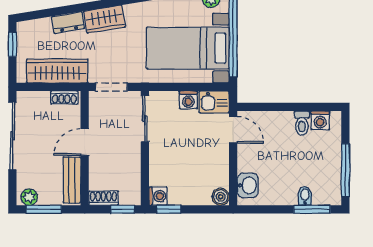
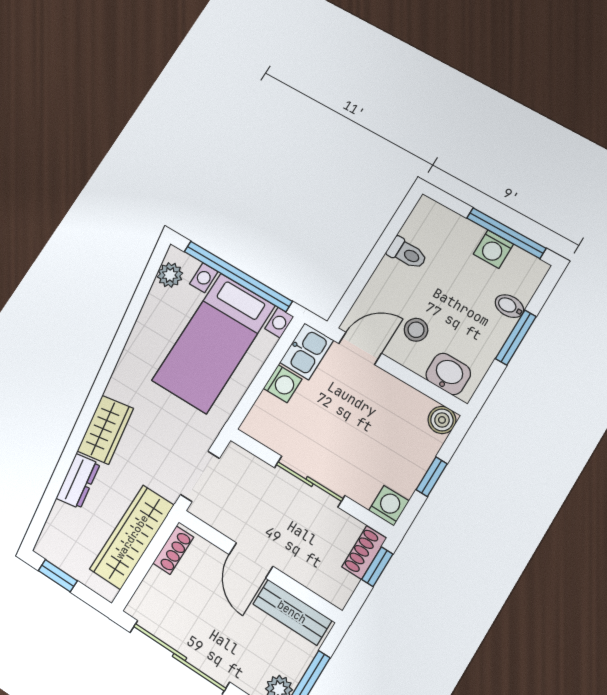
sliding door: (145, 119) -> (310, 482), moved
washing machine: (320, 120) -> (493, 249), moved, turned 90
stool: (262, 154) -> (416, 330), added
shoe rack: (103, 198) -> (364, 552), moved
window: (169, 209) -> (432, 477), moved
window: (312, 209) -> (516, 338), moved

